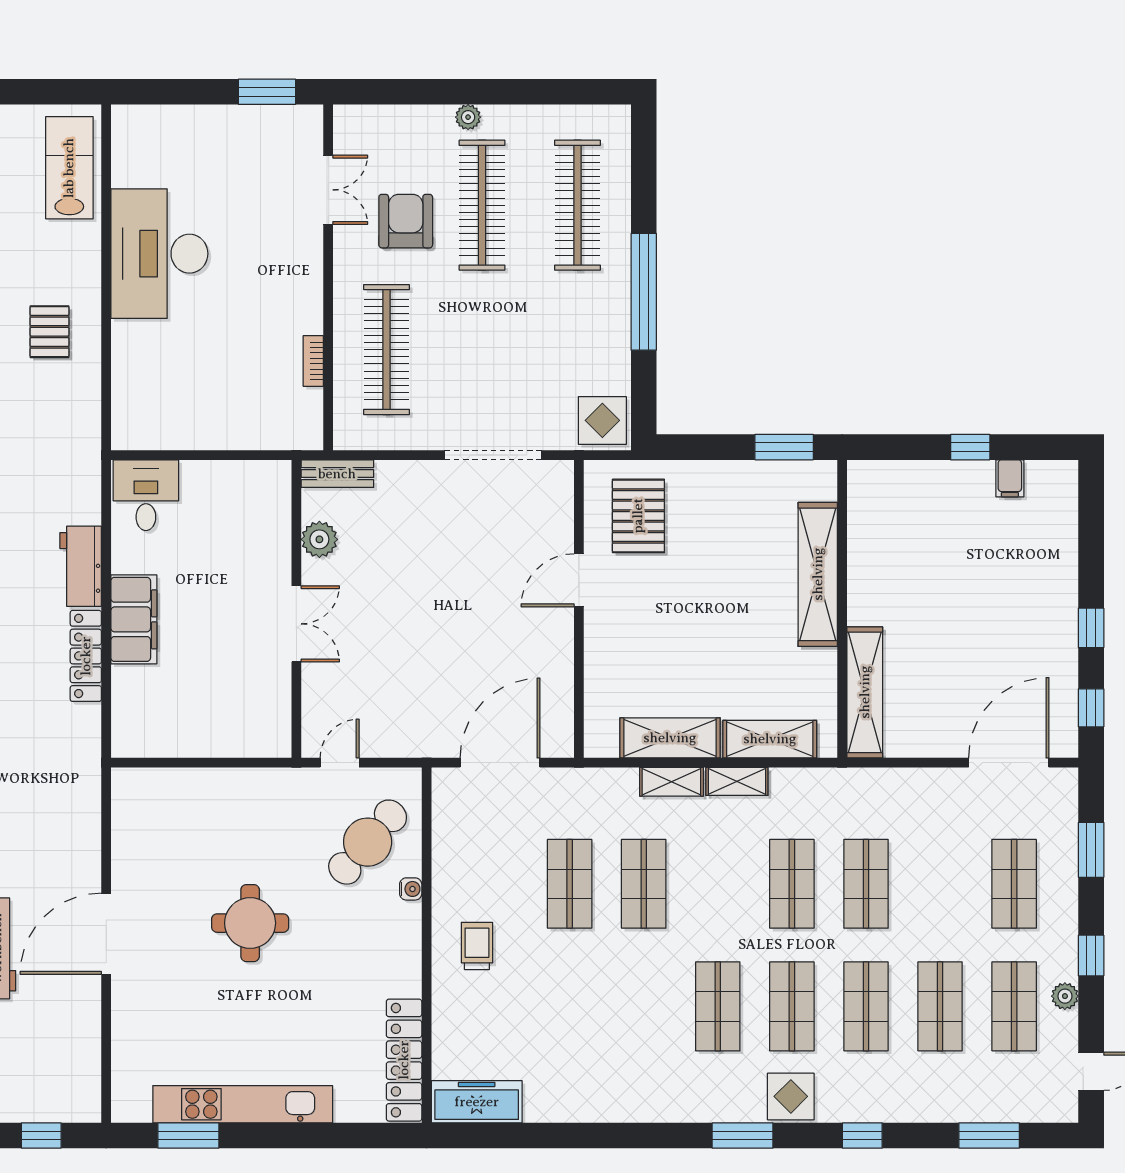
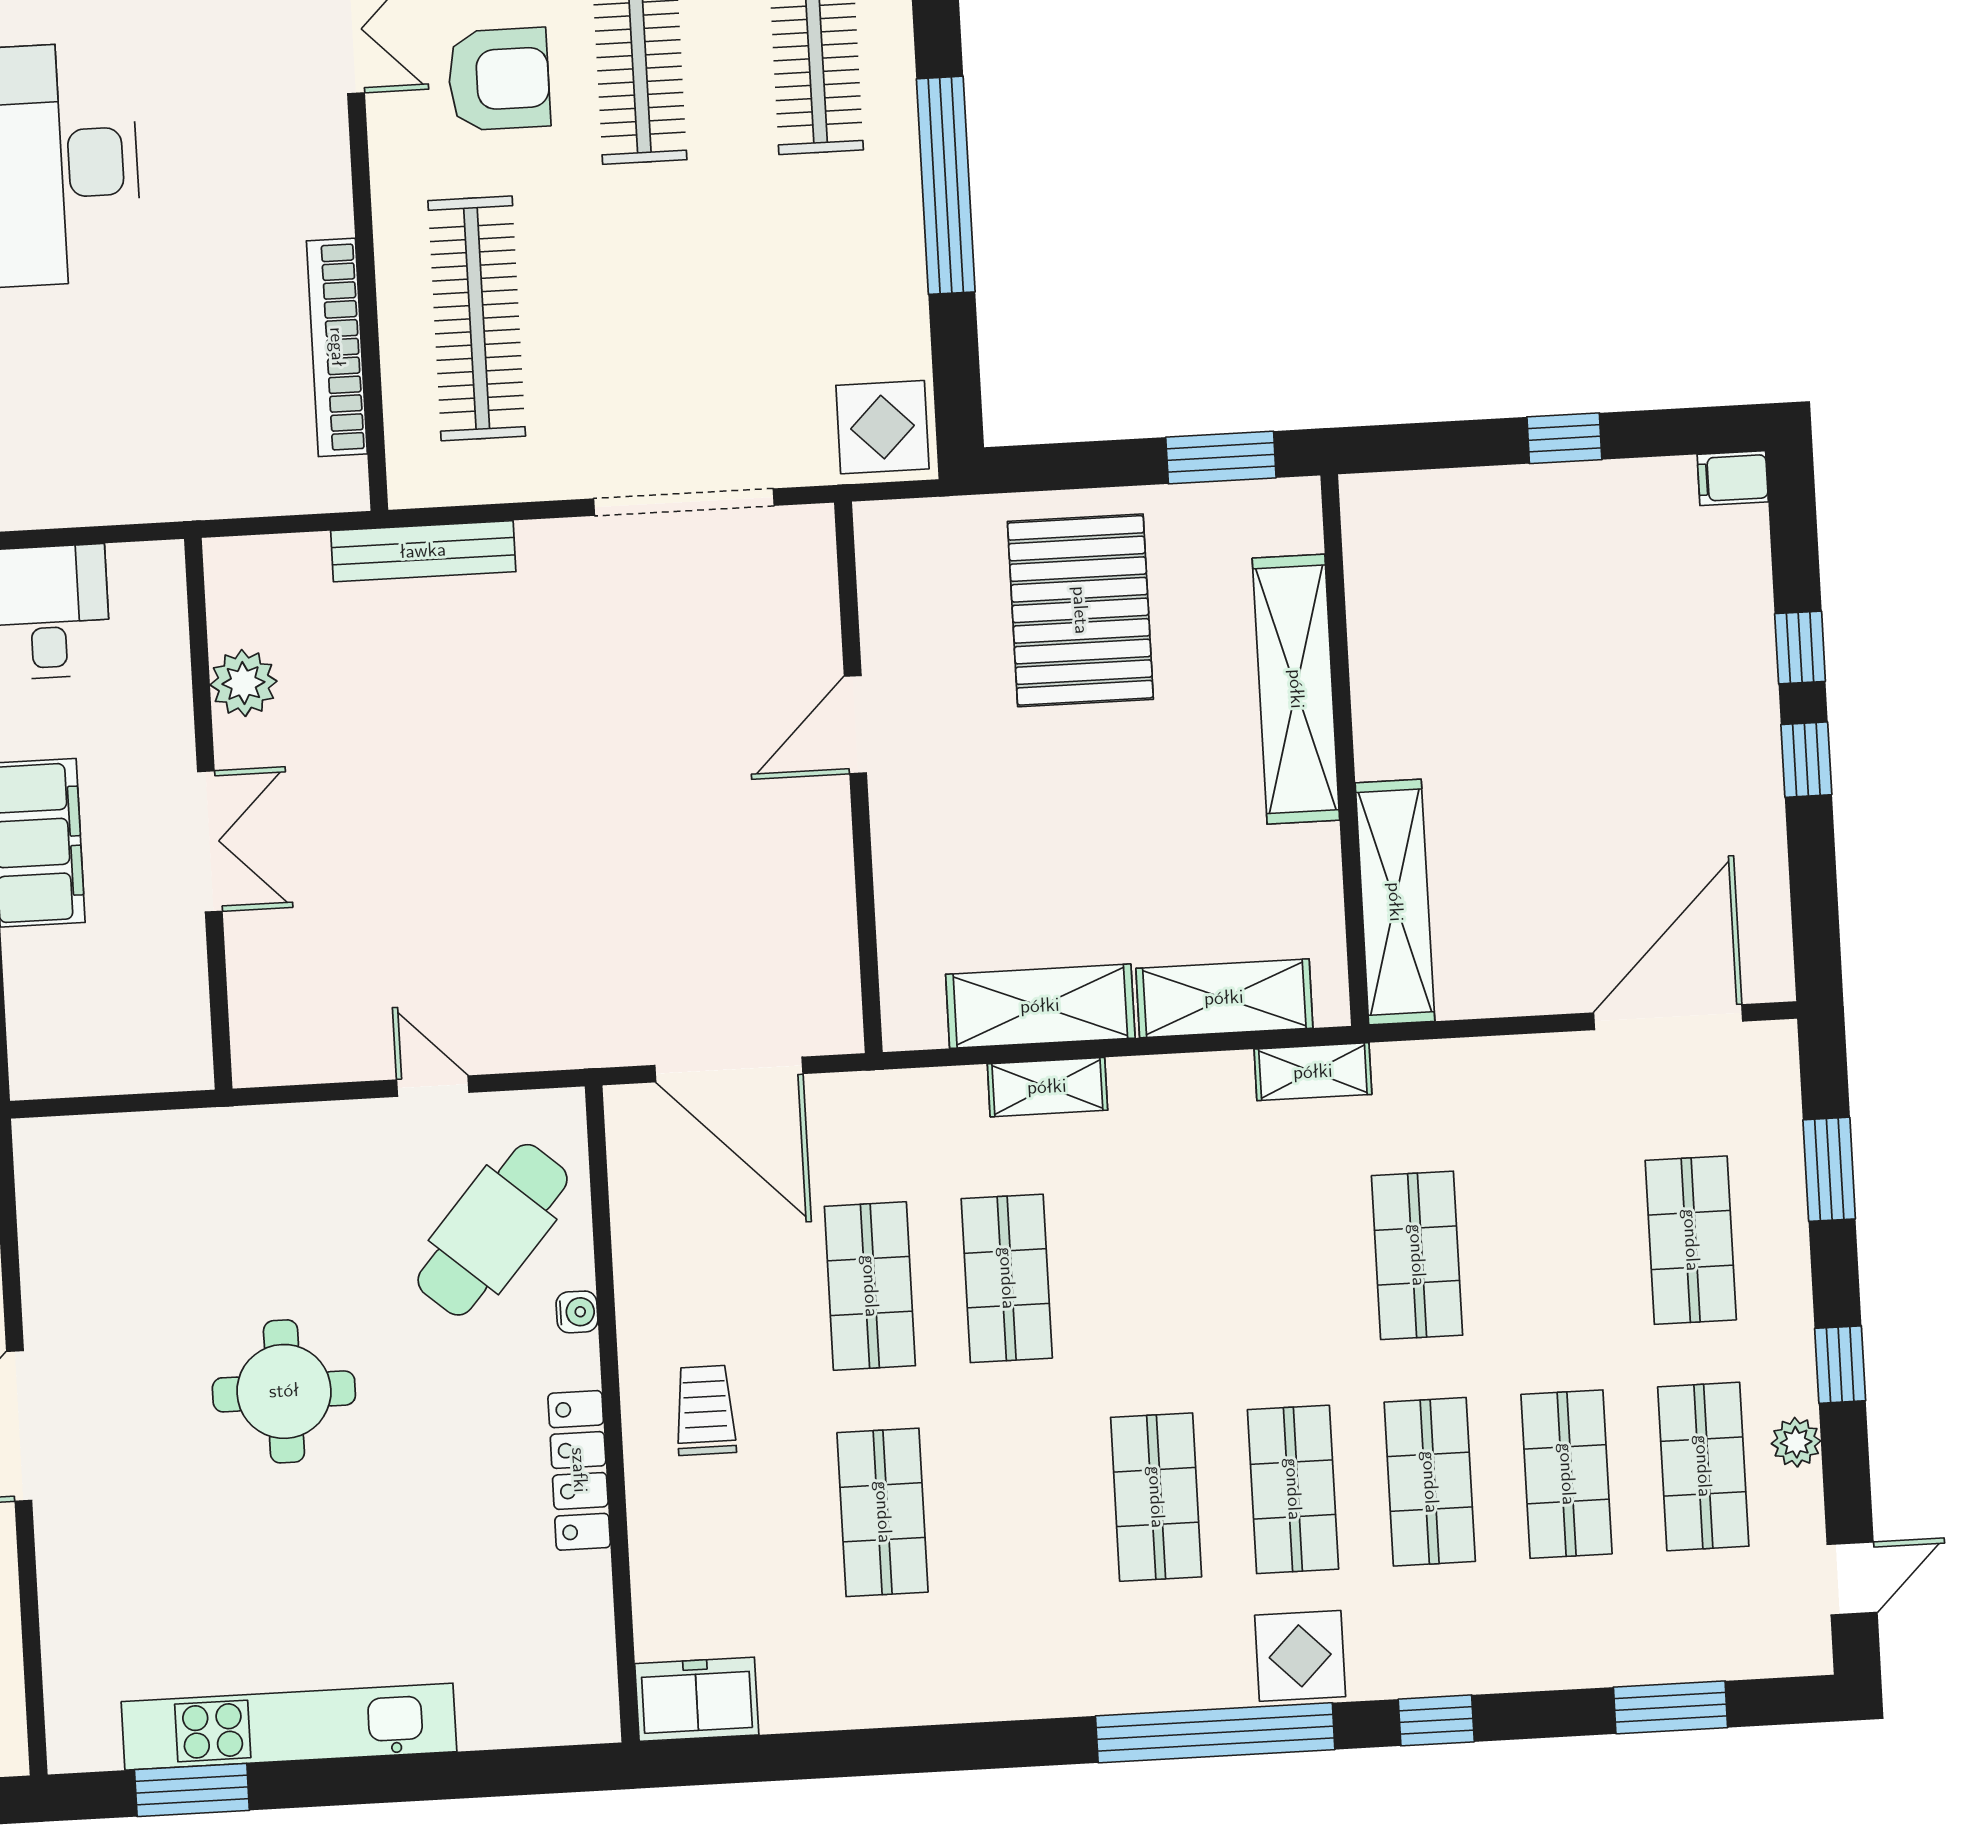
armchair: (406, 221) -> (499, 79), turned 90
bookcase: (313, 361) -> (337, 347), width x2.31, depth x1.31
bench: (337, 474) -> (423, 551), width x1.36
filing cabinet: (1010, 478) -> (1733, 478), moved, turned 90
pallet: (638, 516) -> (1080, 610), moved, width x1.37, depth x1.41
plant: (319, 539) -> (243, 683), moved
wall: (296, 609) -> (208, 814), moved
double door: (296, 624) -> (210, 841), moved
window: (1091, 708) -> (1800, 648), moved
door: (340, 763) -> (433, 1086), hinge flipped
door: (500, 763) -> (729, 1070), swing flipped
shelving: (737, 781) -> (1313, 1072), moved
shop shelf: (792, 884) -> (883, 1512), moved
locker: (404, 1060) -> (579, 1470), moved, width x0.71, depth x0.83
freezer: (477, 1102) -> (697, 1699), width x0.71
window: (743, 1135) -> (1215, 1733), width x2.11

